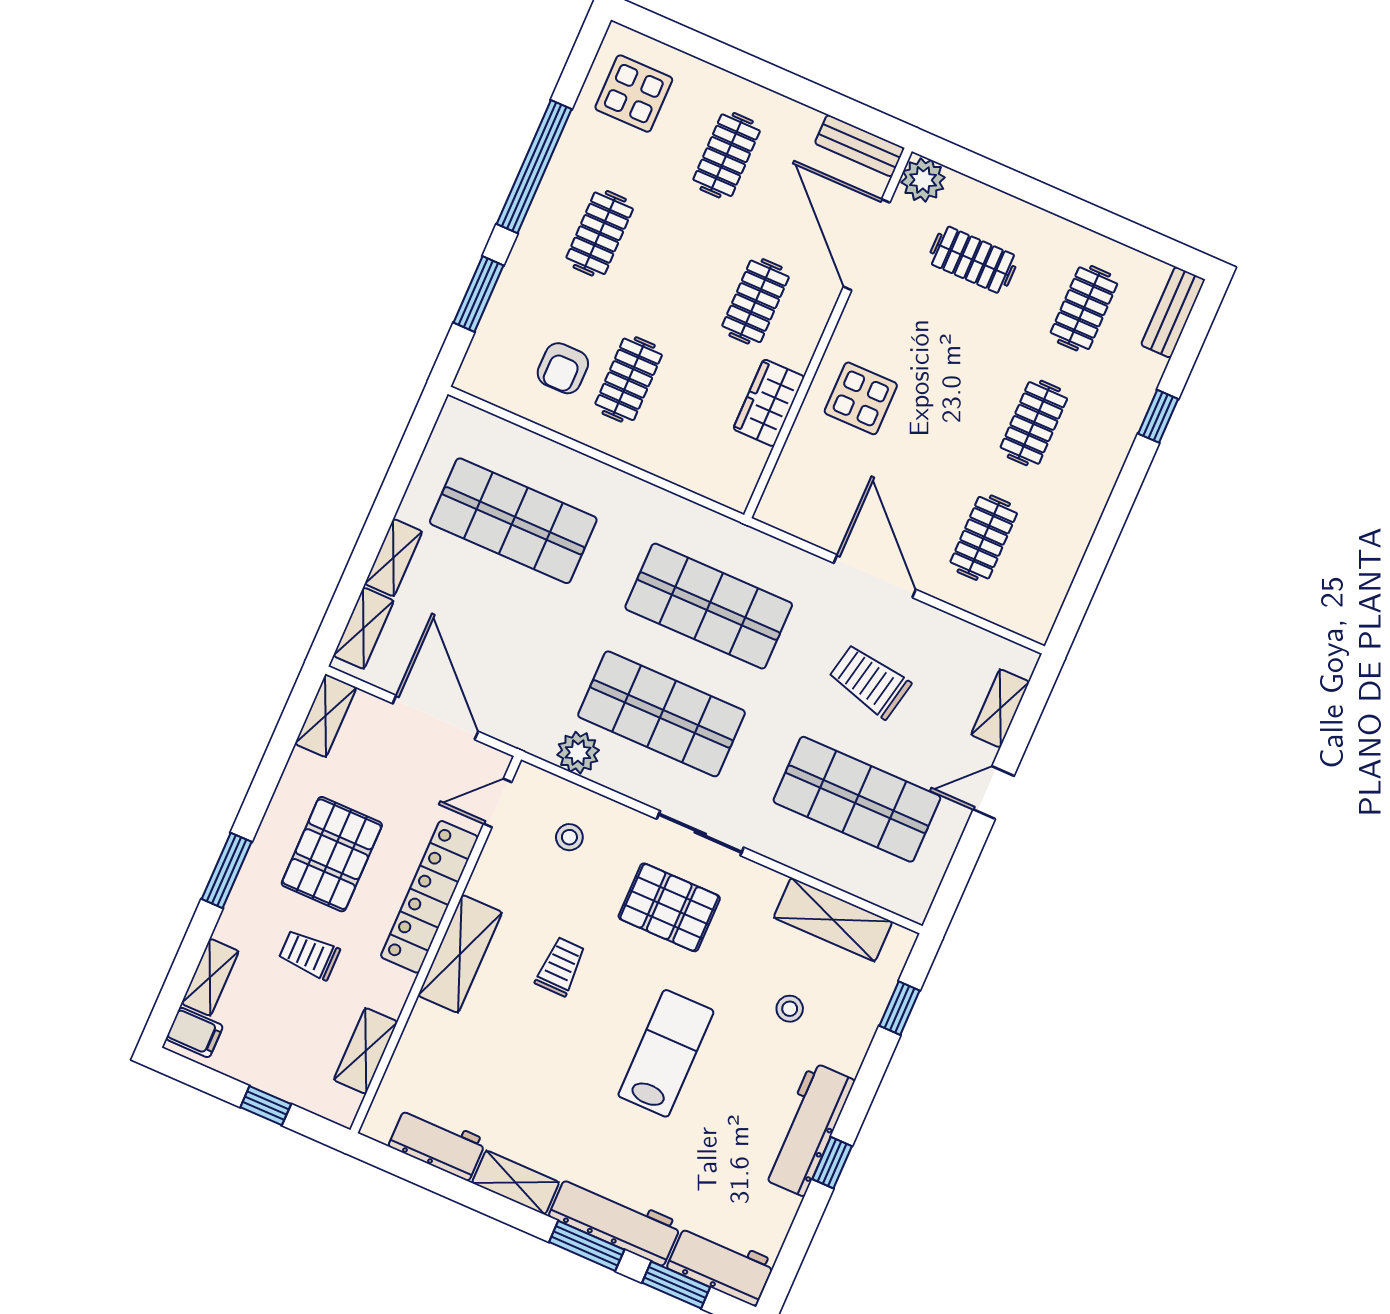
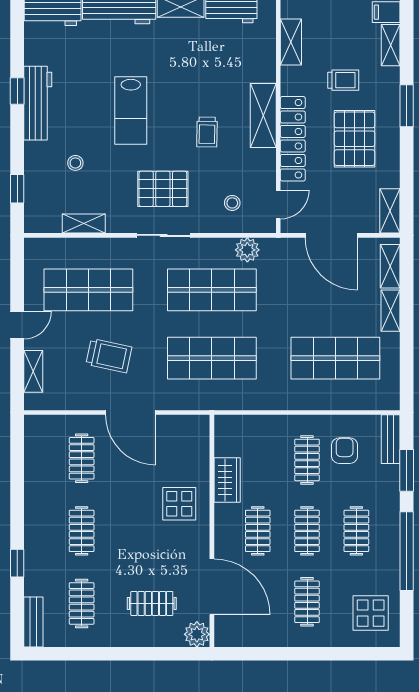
bench: (859, 146) -> (391, 439), moved, turned 90
clothes rail: (678, 267) -> (307, 531), added
shelving: (833, 920) -> (84, 224), width x0.67, depth x0.75

